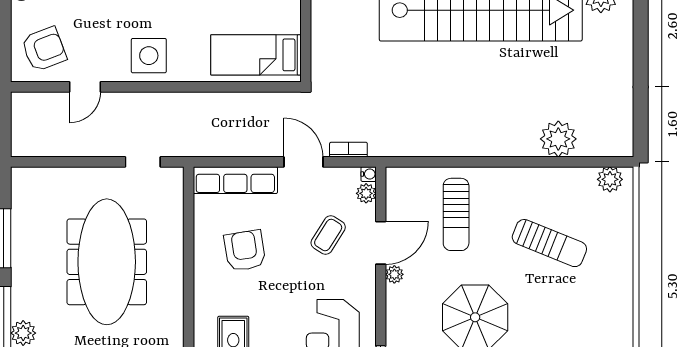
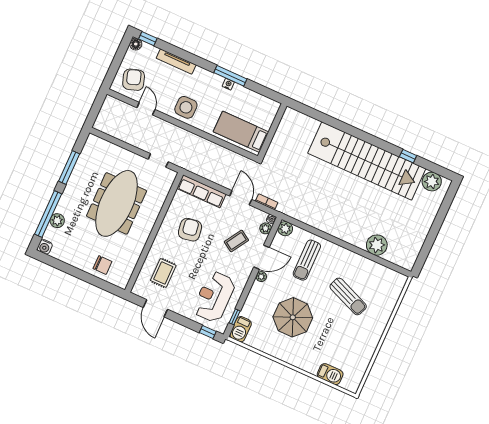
armchair: (44, 49) -> (134, 80), turned -87
door: (85, 87) -> (146, 109), swing flipped
plant: (610, 179) -> (285, 229), moved

